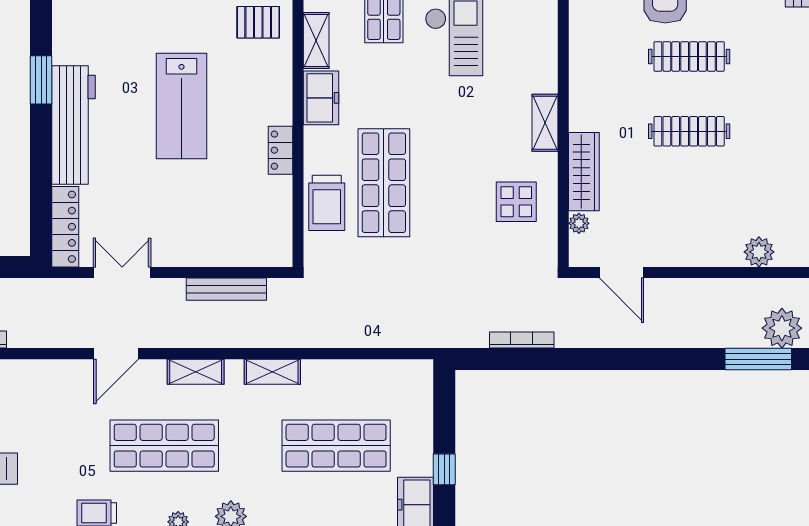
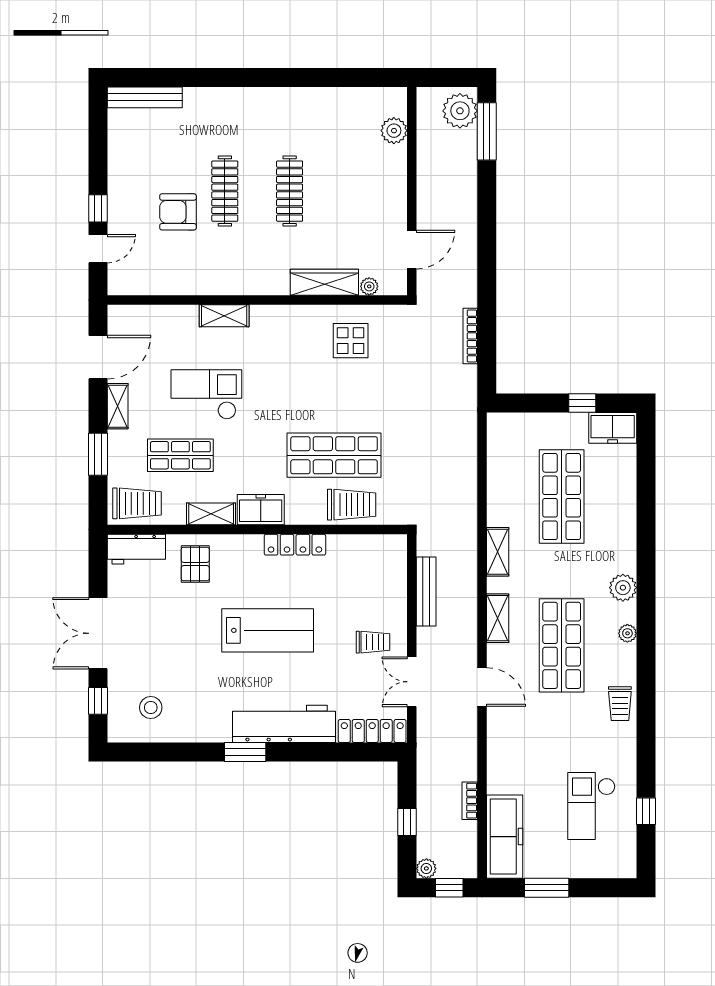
shelving: (545, 123) -> (224, 316), moved
locker: (280, 150) -> (295, 545), width x1.53
trolley: (168, 228) -> (373, 642), added

